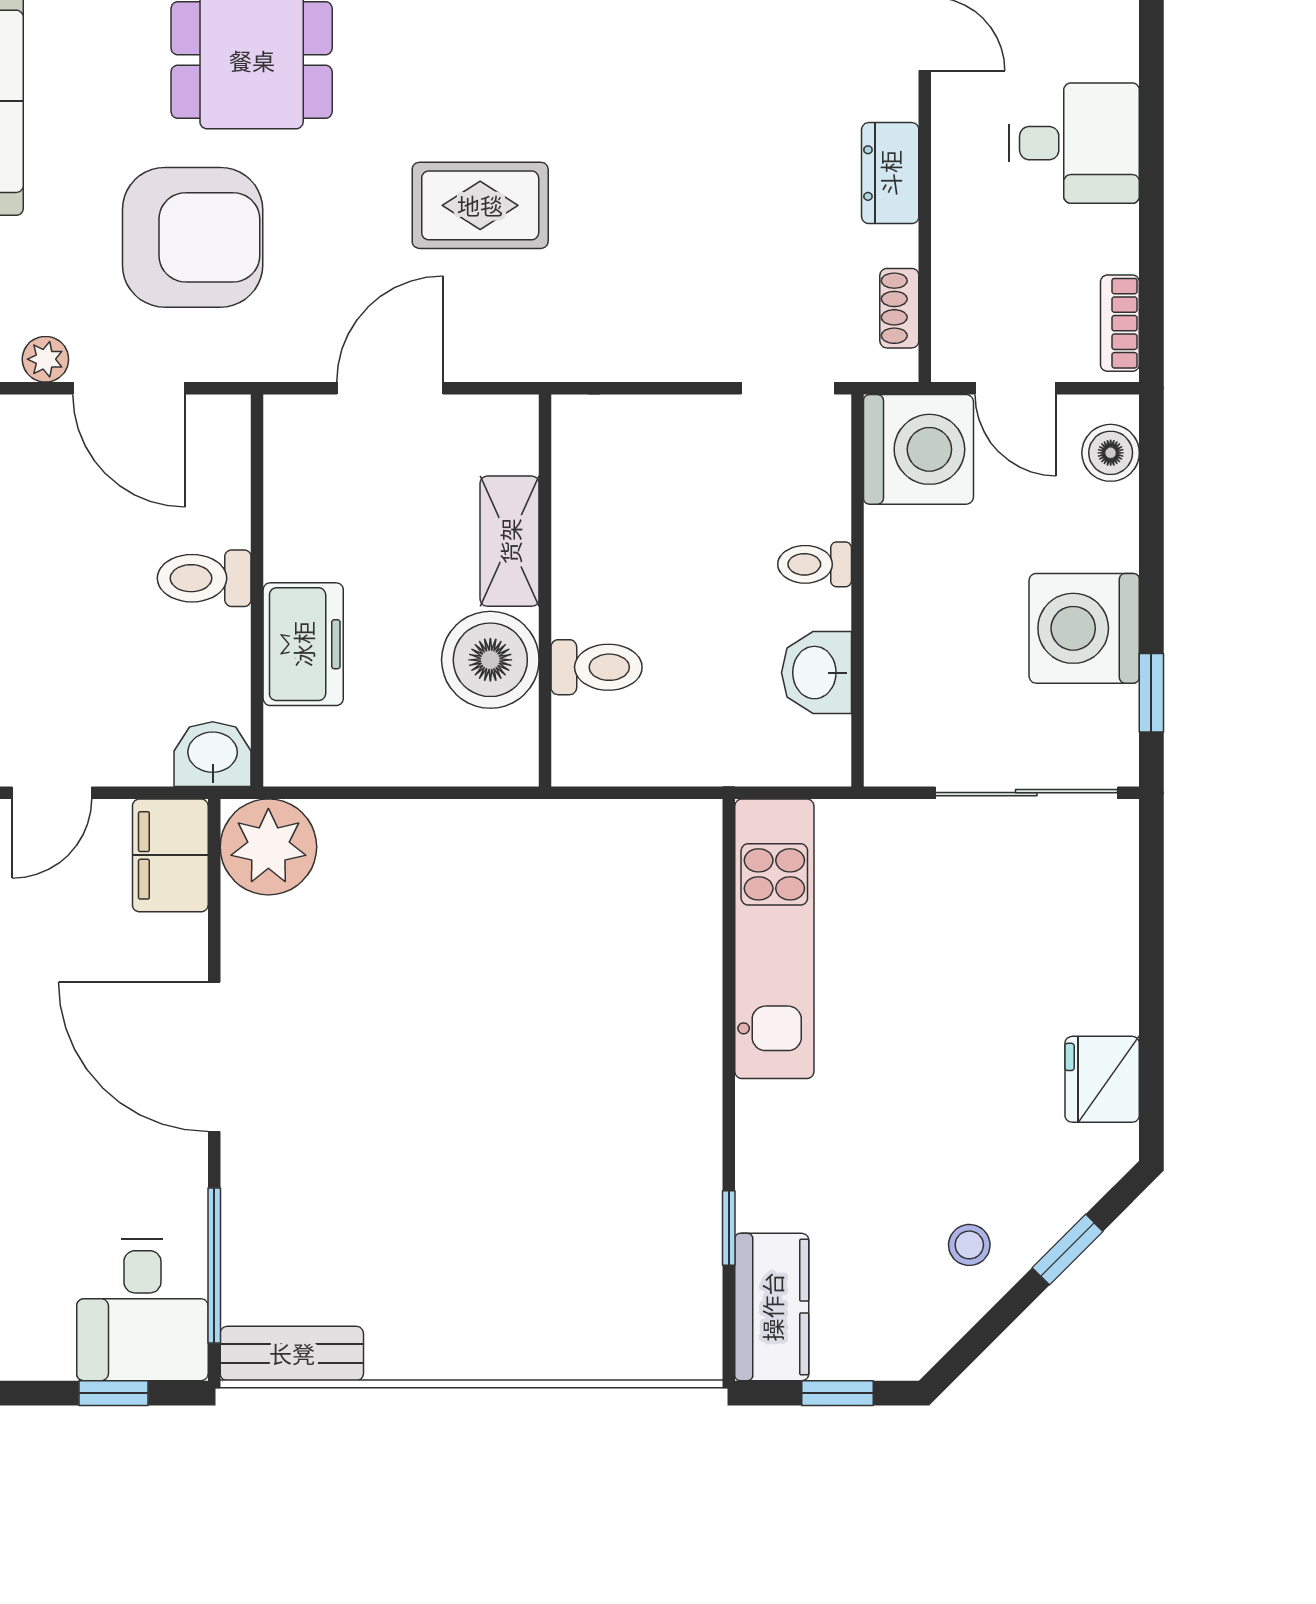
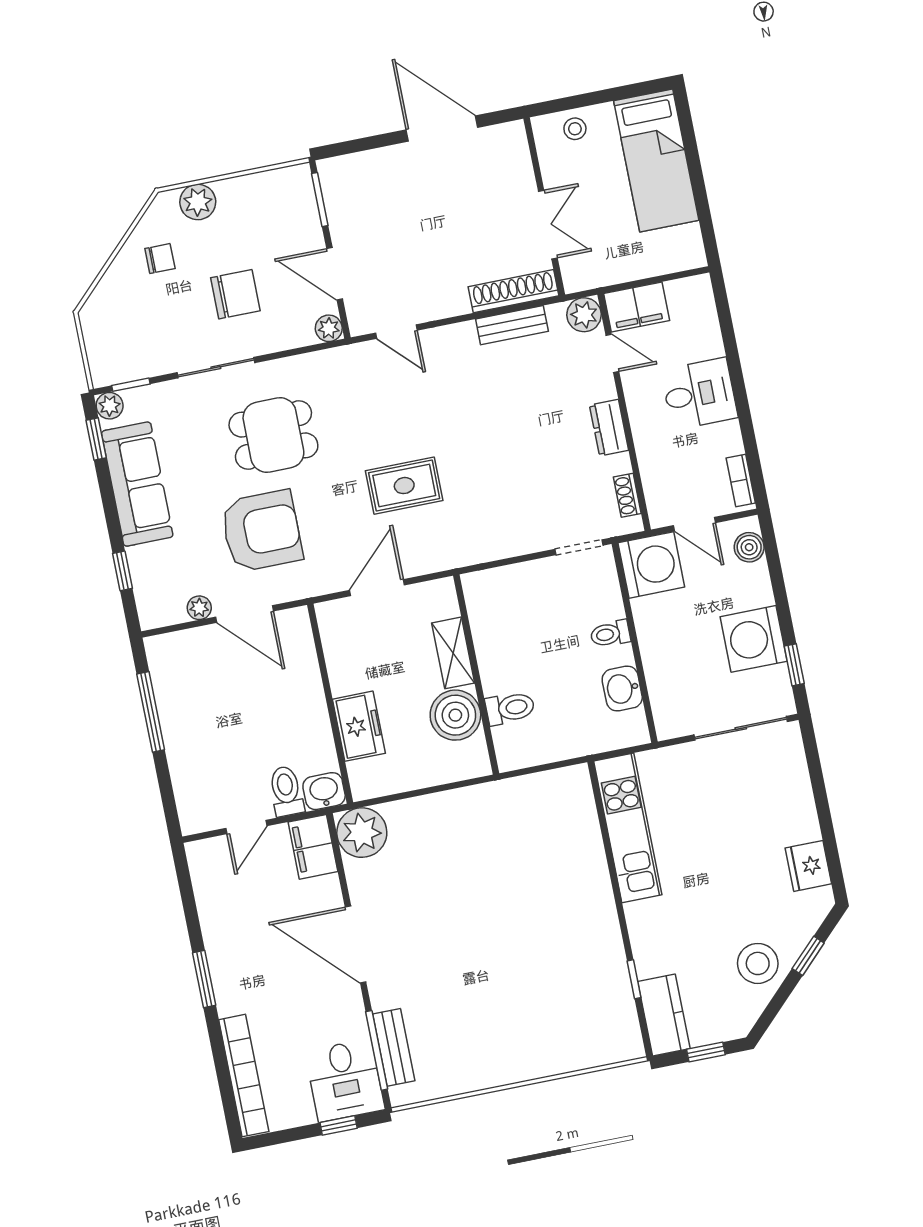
toilet: (204, 578) -> (286, 791), moved, turned 90
stool: (969, 1245) -> (758, 963), width x1.89, depth x1.89
bench: (292, 1353) -> (394, 1047), moved, turned 90

